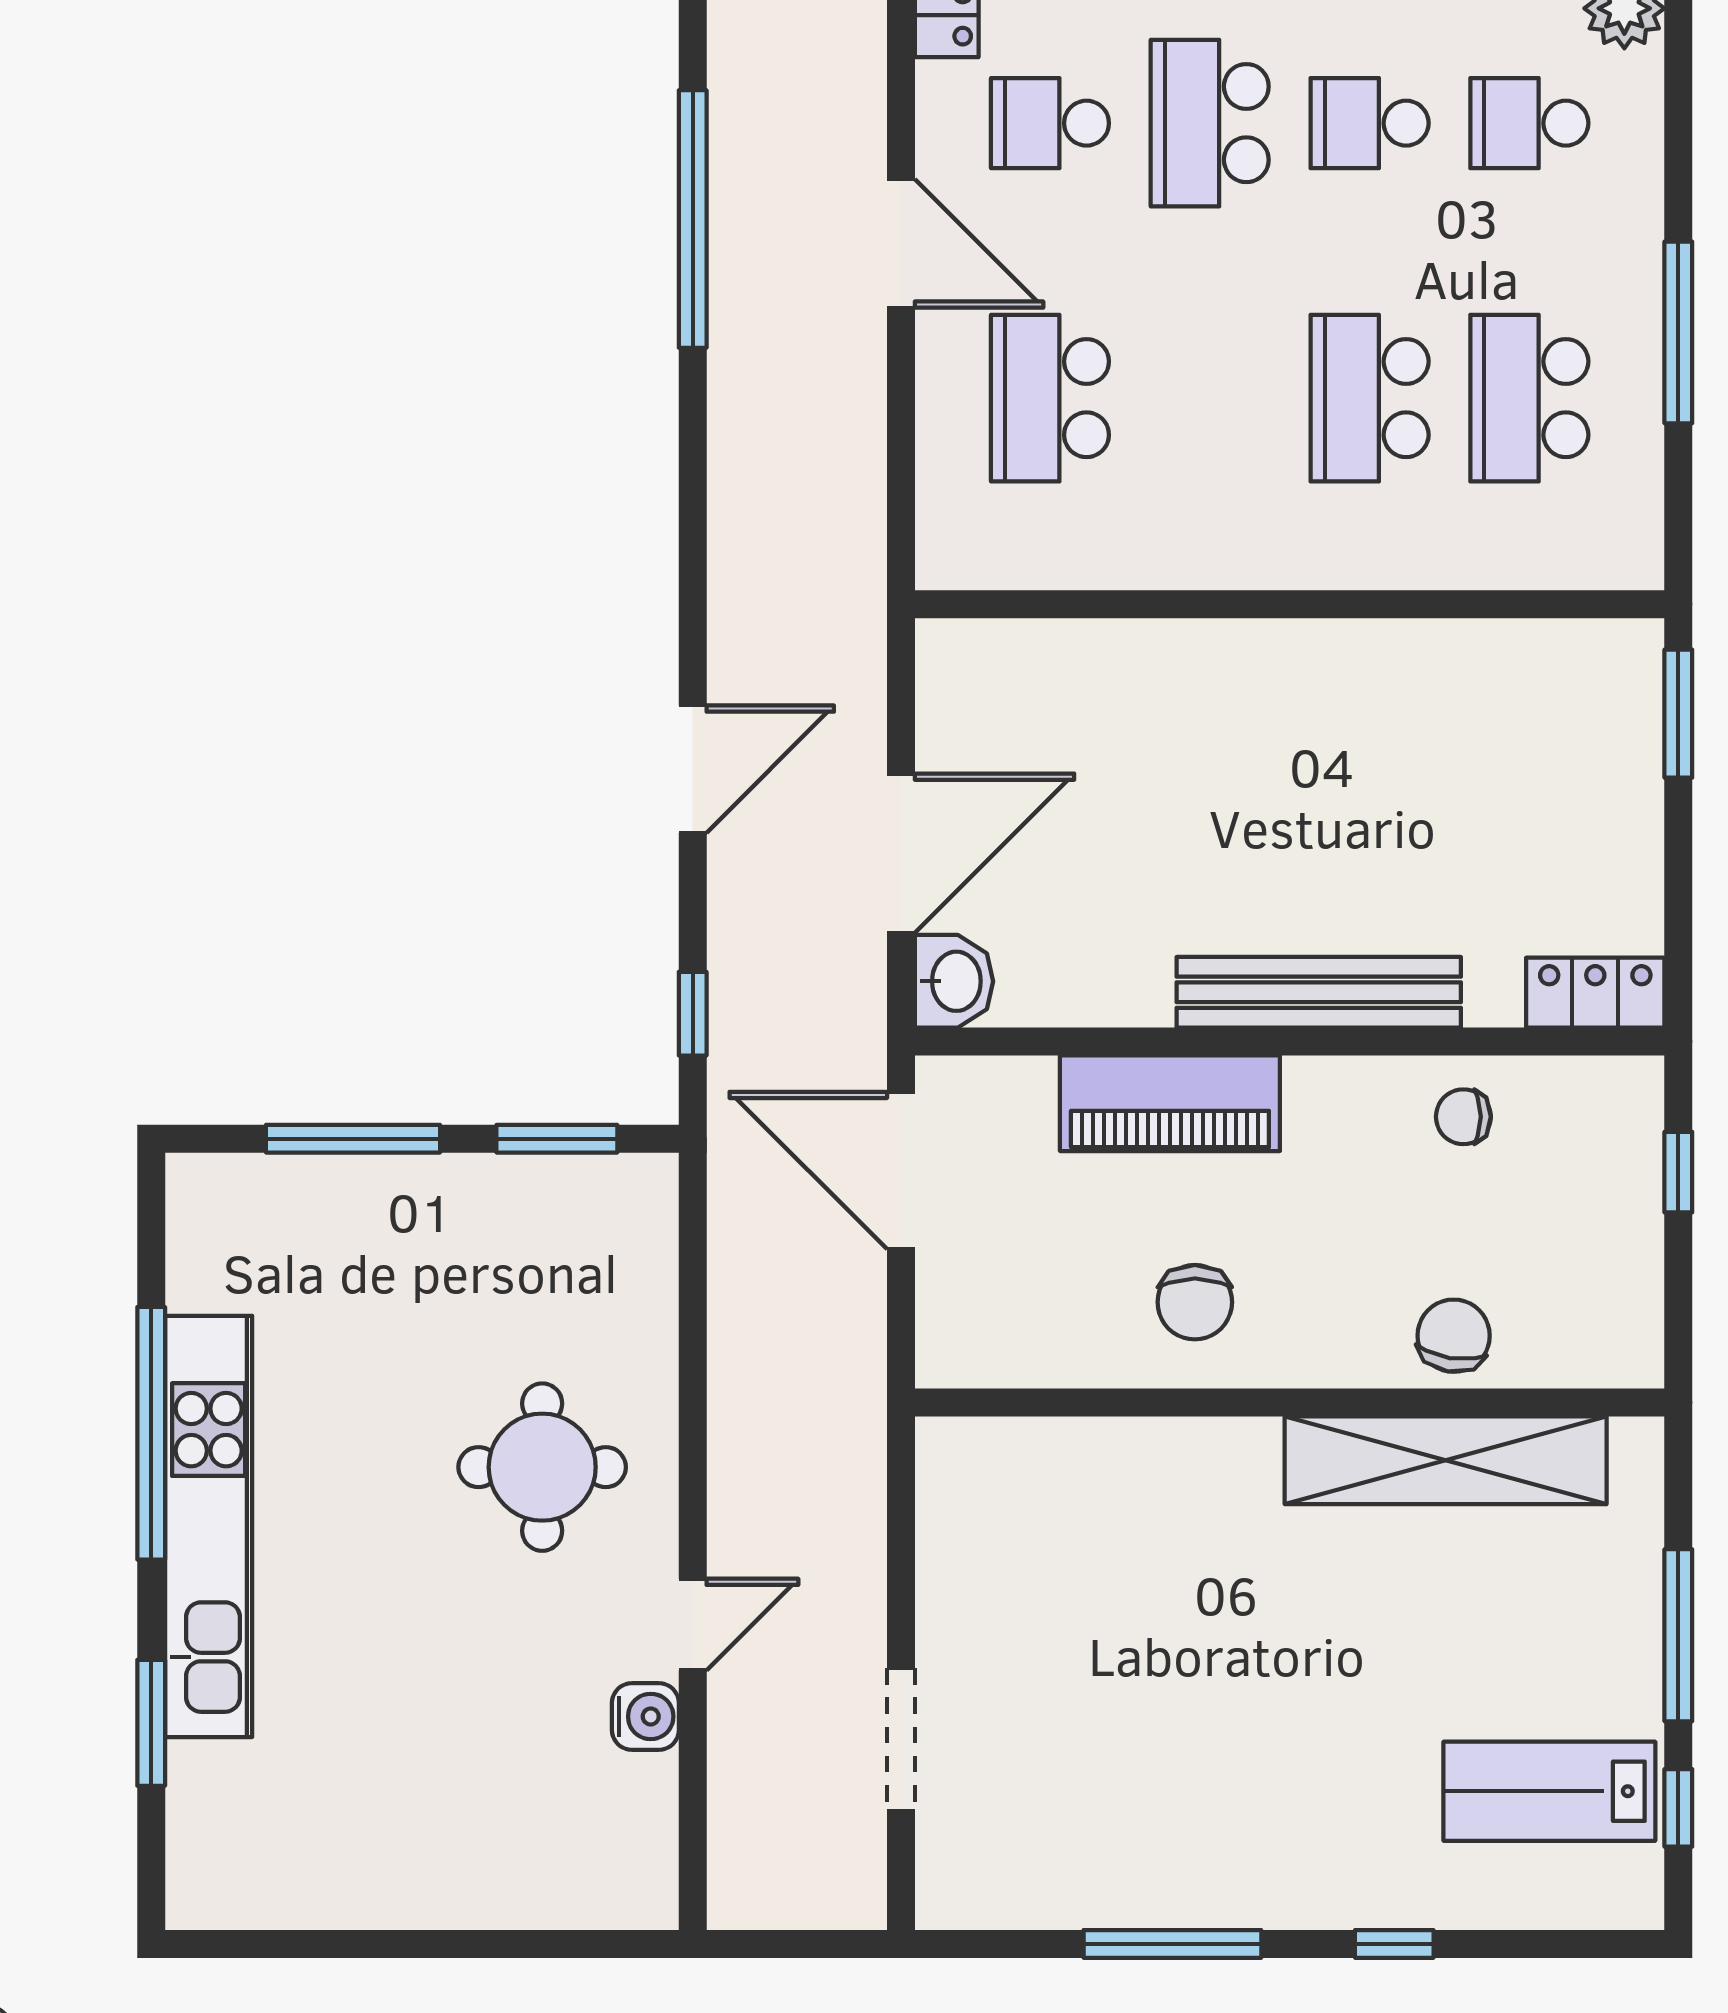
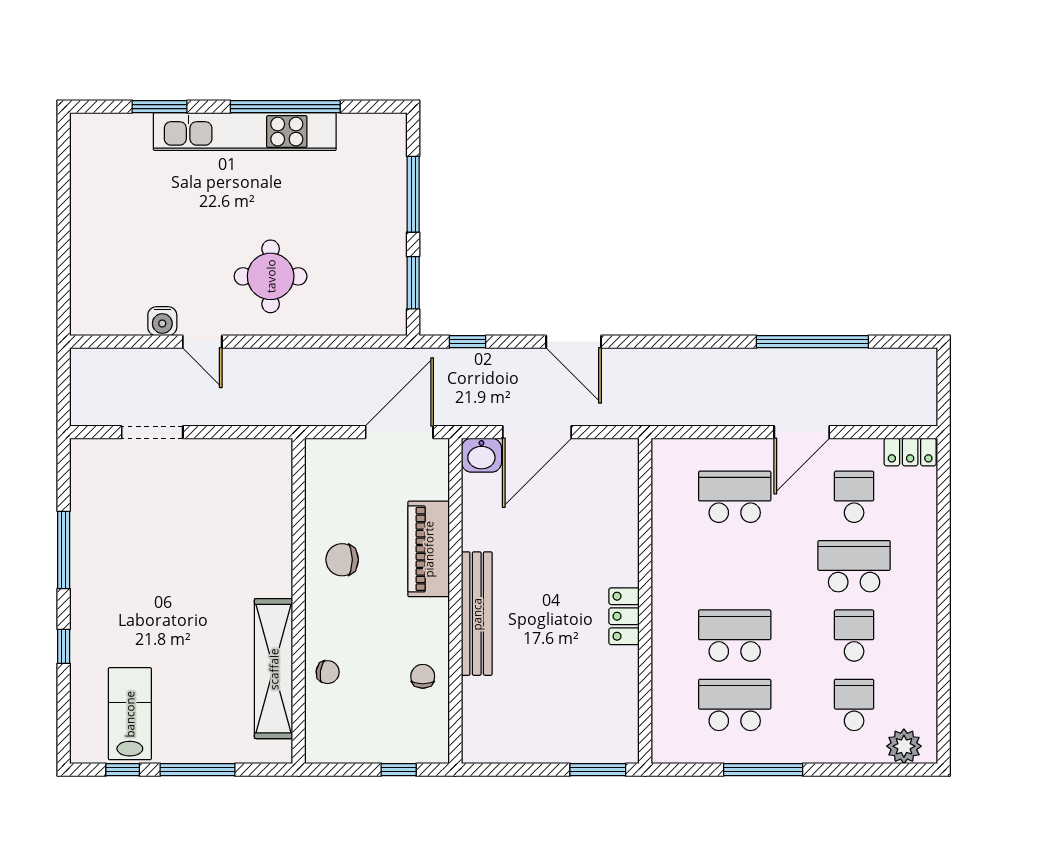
door: (901, 853) -> (537, 432), hinge flipped
locker: (1595, 993) -> (624, 616), moved, turned 180
chair: (1454, 1336) -> (328, 672), width x0.73, depth x0.73

